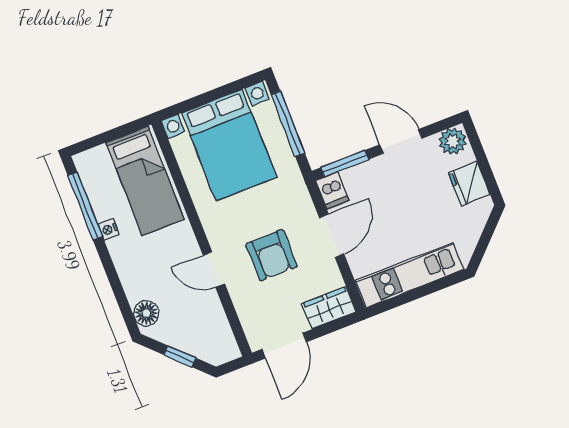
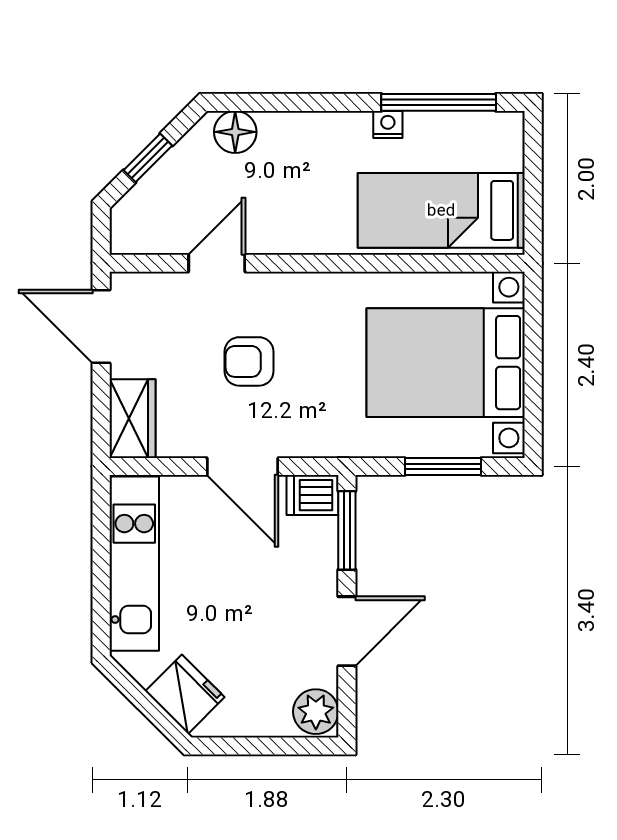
window: (288, 124) -> (443, 467), width x0.69
fridge: (469, 184) -> (185, 694), moved, turned 45
armchair: (272, 255) -> (249, 361), width x0.72, depth x0.72
door: (214, 269) -> (217, 263), moved

